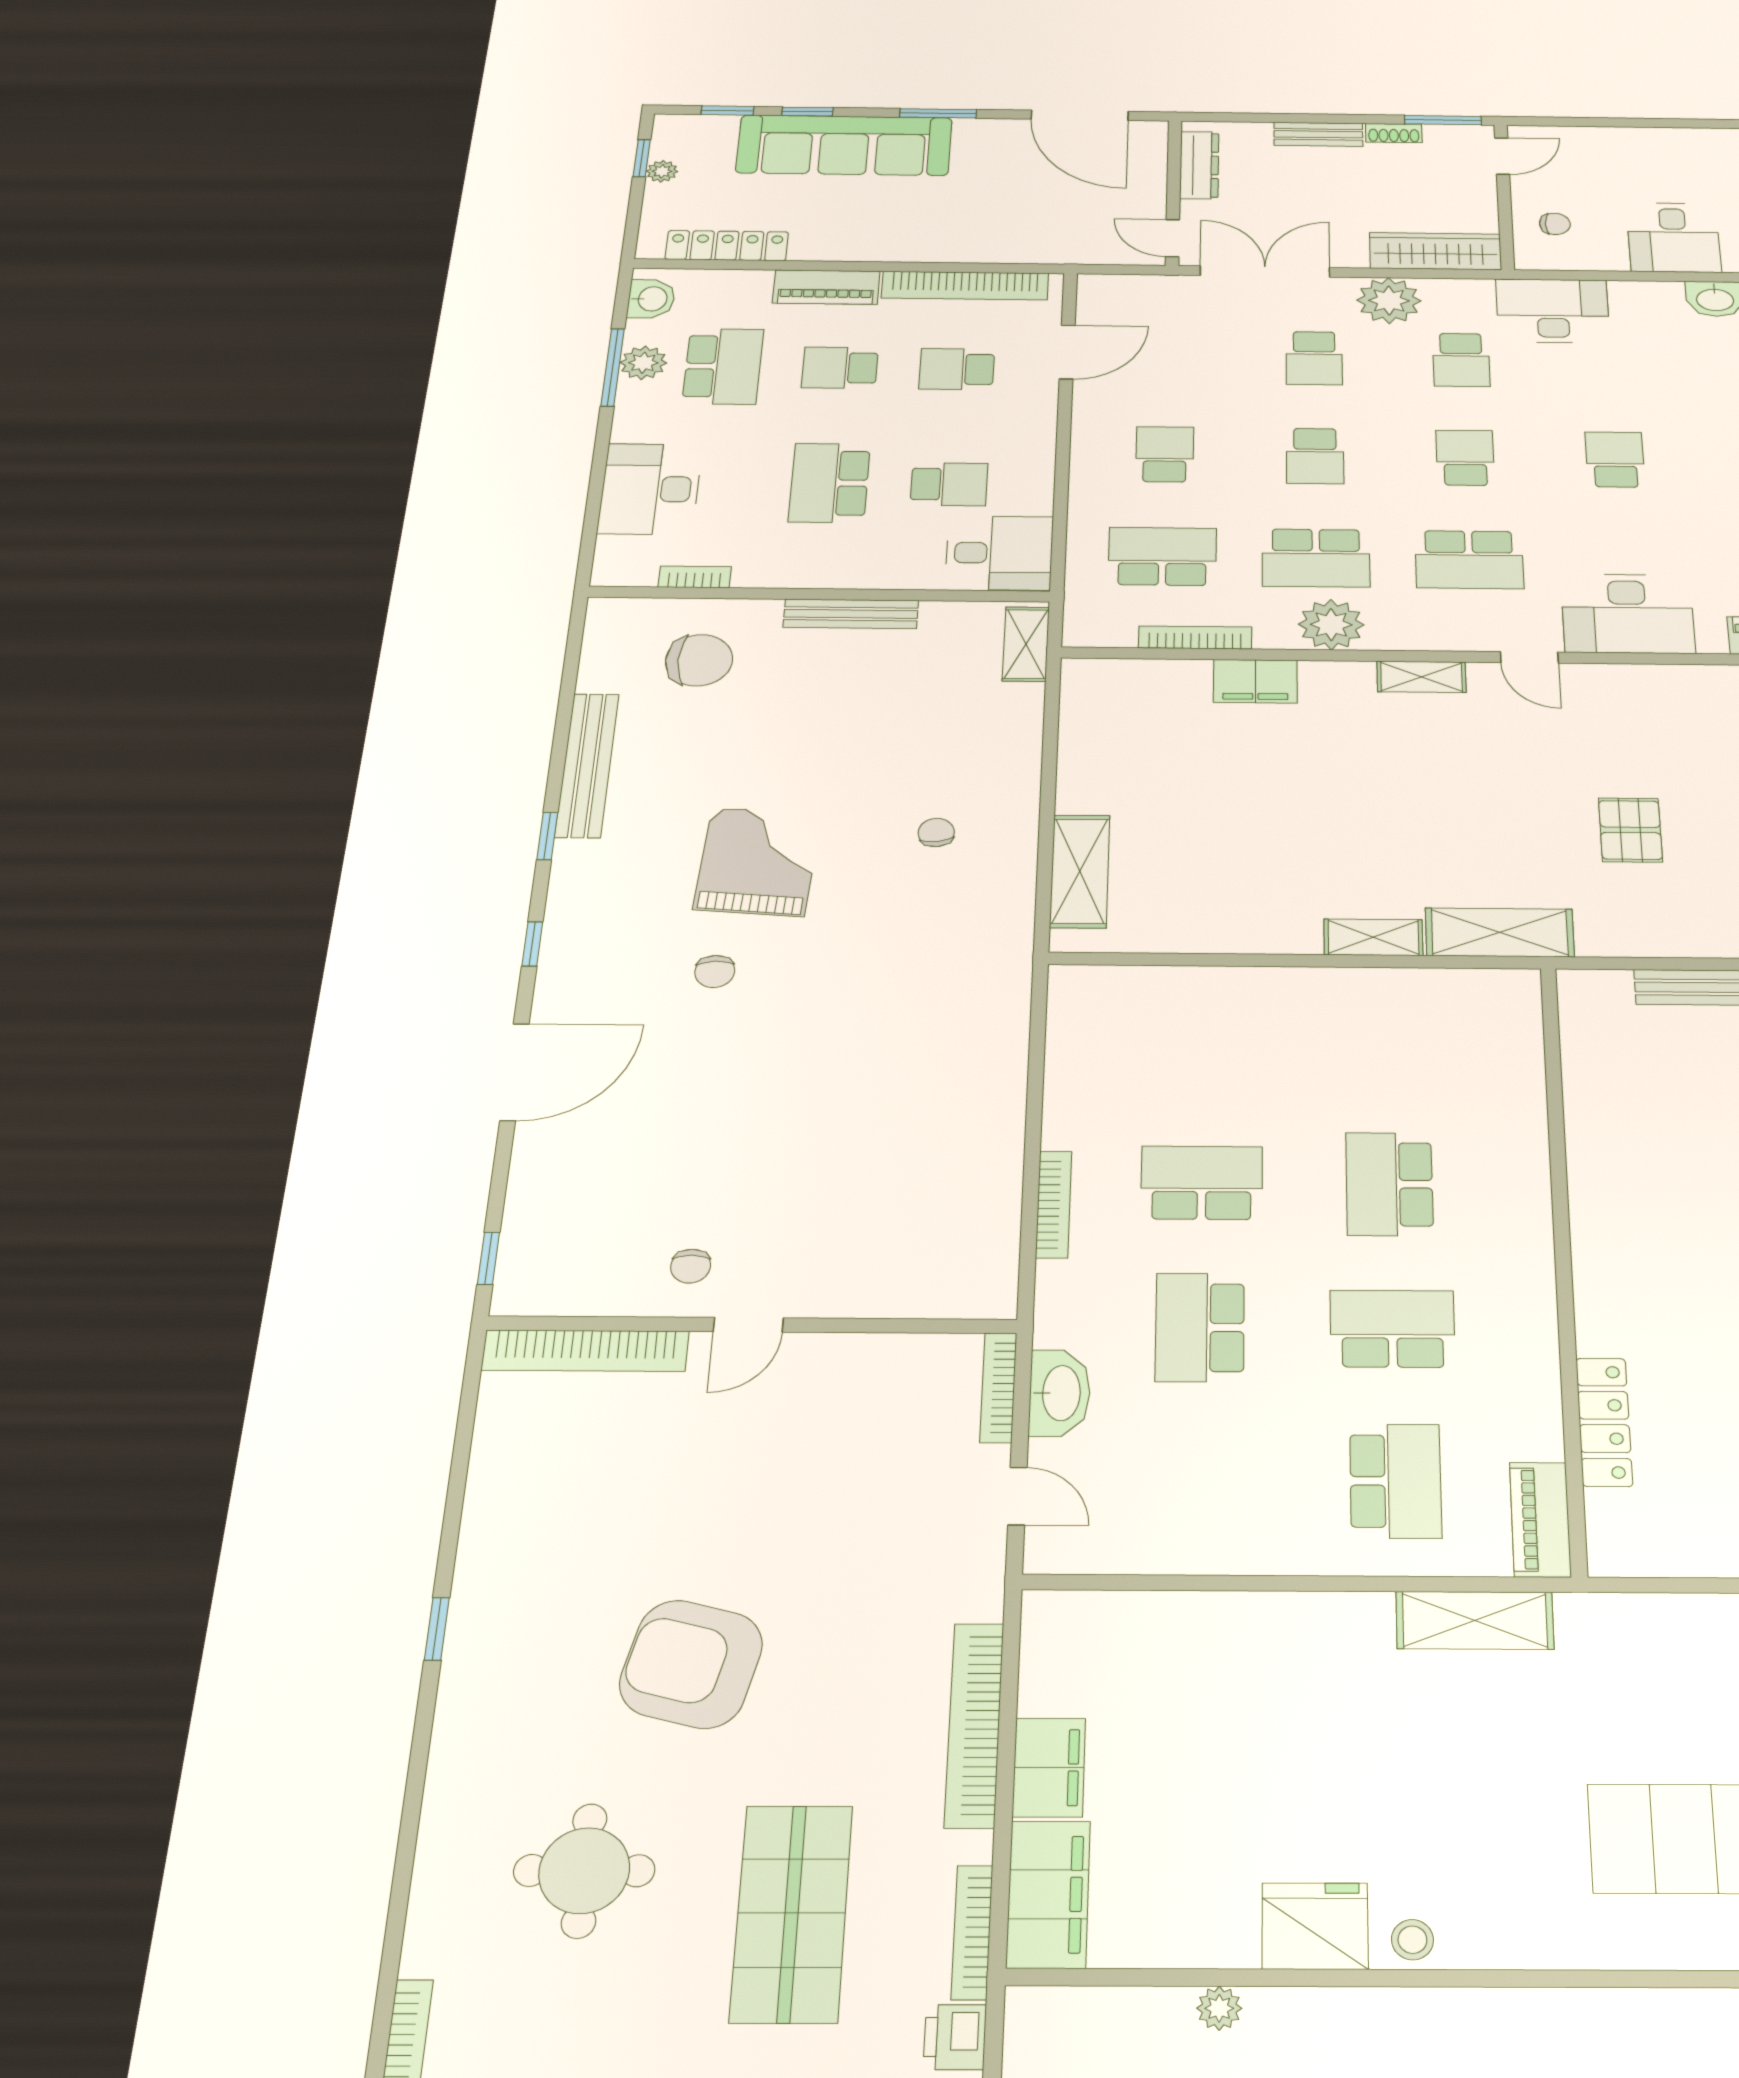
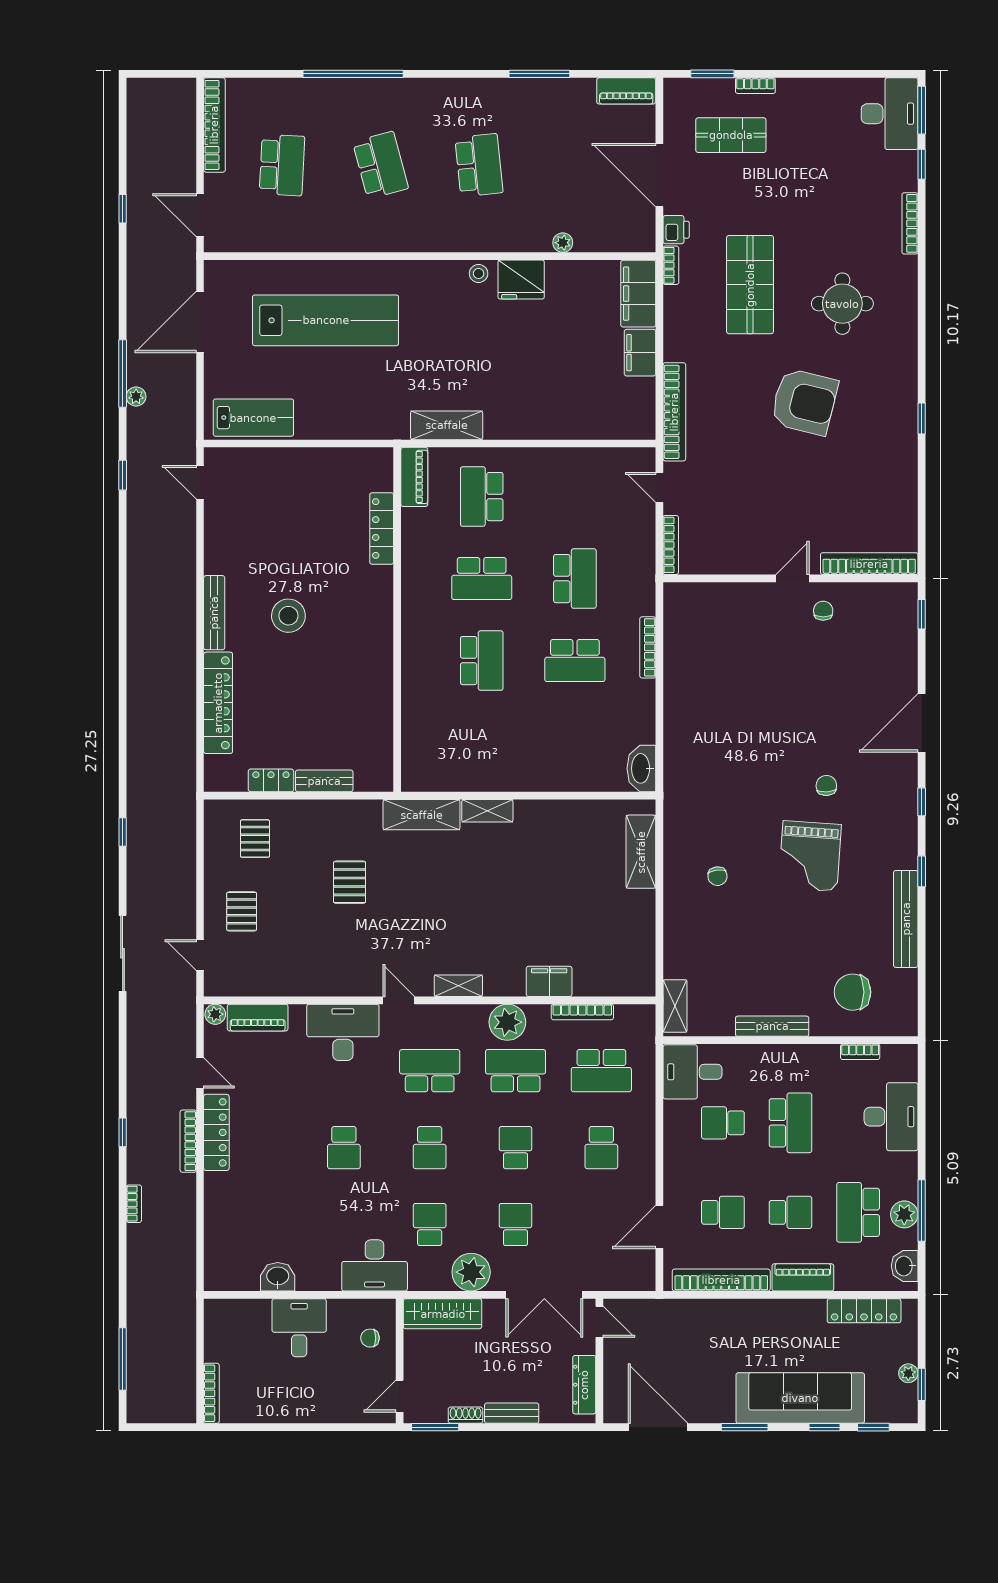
washbasin: (1060, 1393) -> (641, 768), moved
bookcase: (974, 1725) -> (674, 412), moved
bookcase: (972, 1932) -> (671, 265), width x0.64

